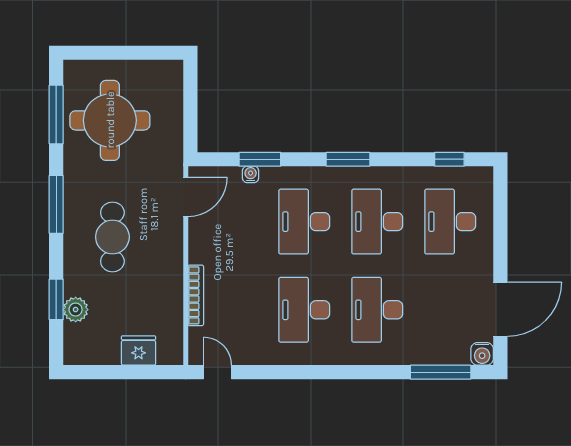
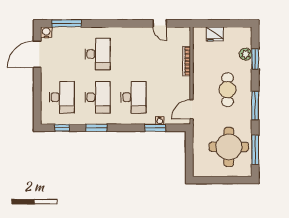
window: (348, 159) -> (96, 128), moved
desk: (304, 310) -> (133, 54), removed
door: (217, 372) -> (160, 23), moved

